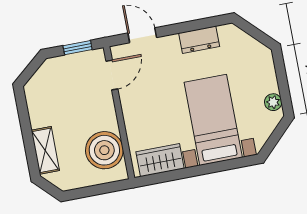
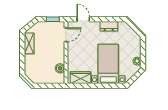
shelving: (45, 150) -> (29, 43), moved
boiler: (104, 150) -> (60, 68), width x0.54, depth x0.54

